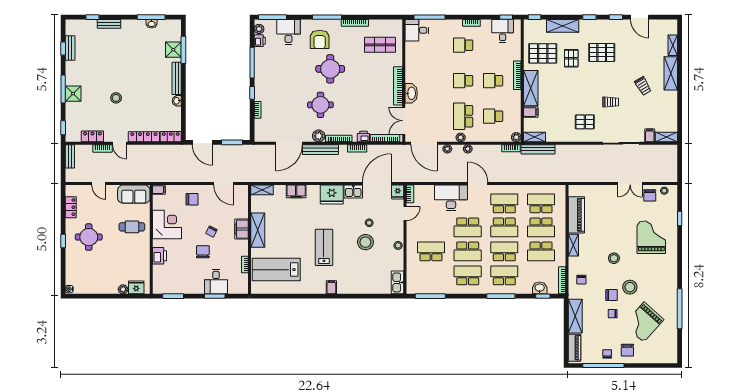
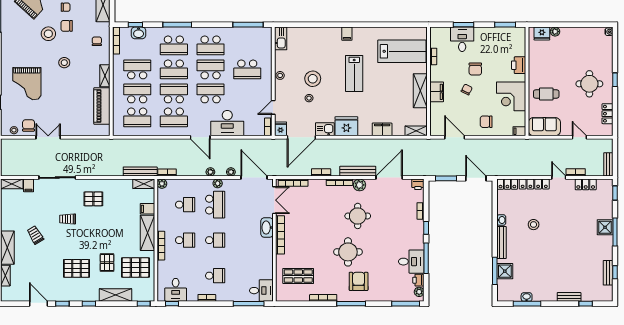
desk: (288, 32) -> (411, 262), moved, turned -90
stool: (116, 98) -> (534, 225), moved
printer: (363, 137) -> (418, 184), moved

